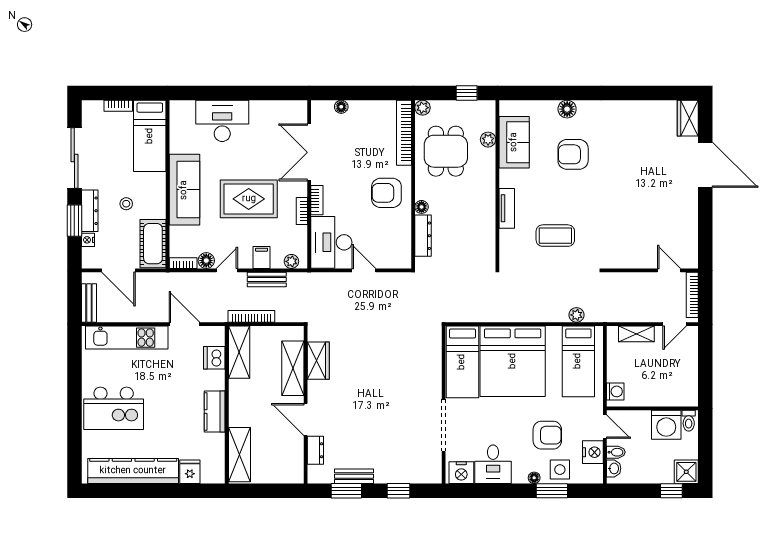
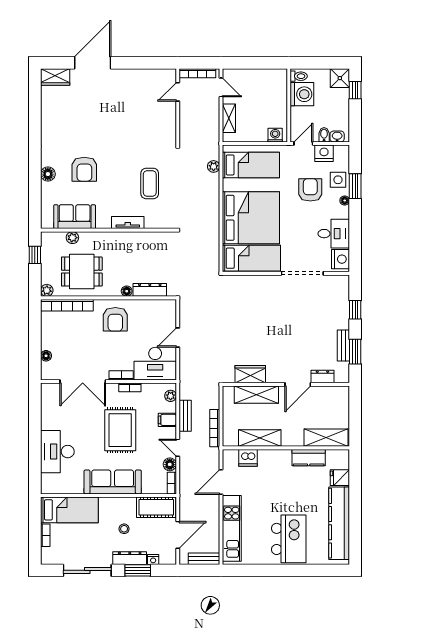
shelving: (239, 352) -> (260, 438), moved
kitchen counter: (215, 411) -> (309, 458), moved

